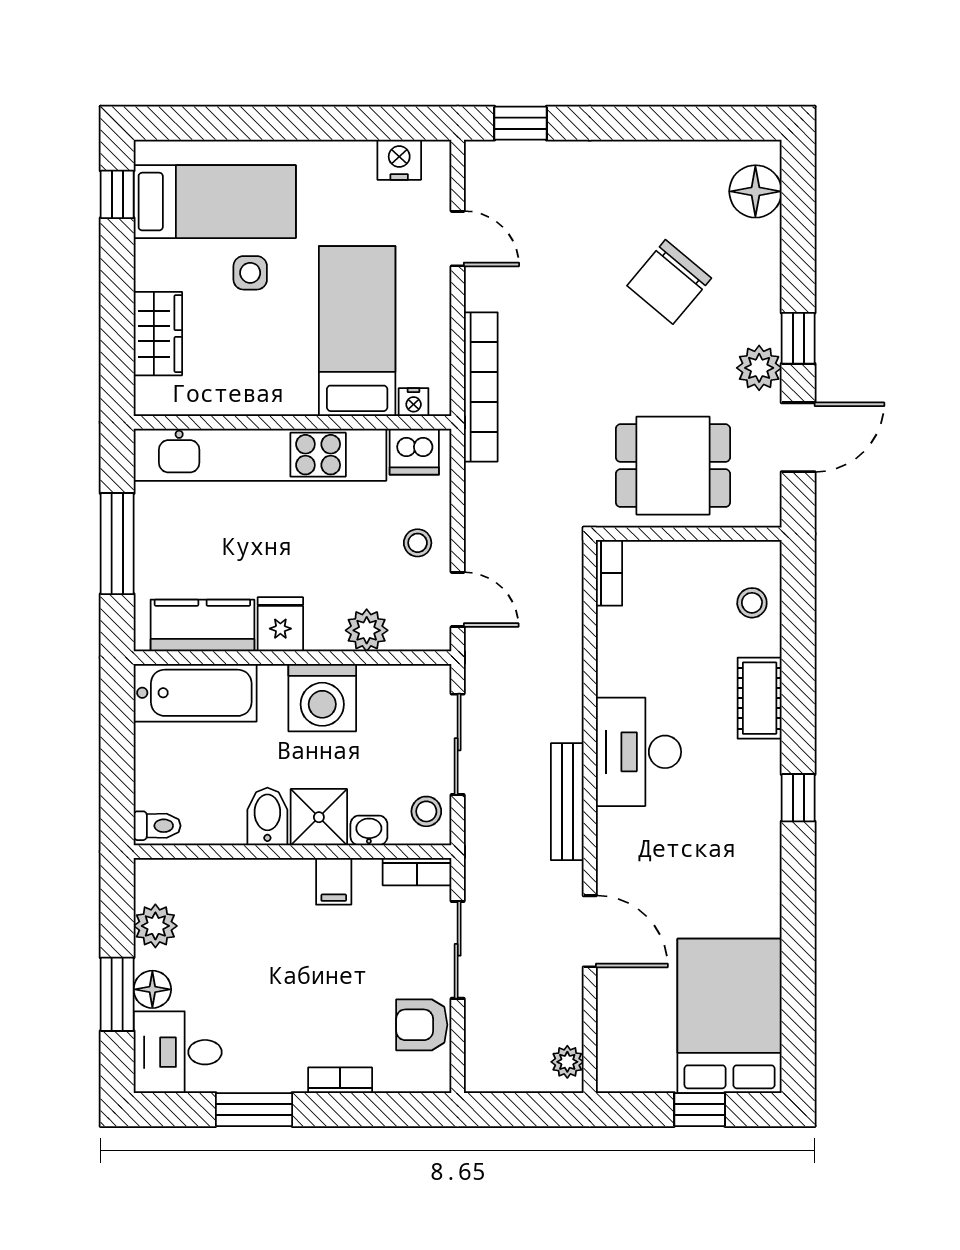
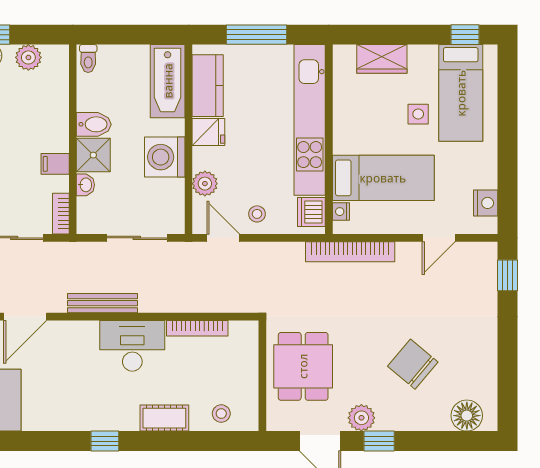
bookcase: (609, 573) -> (197, 328), moved, width x1.56
door: (458, 599) -> (223, 238), swing flipped
stool: (426, 811) -> (97, 219), removed

